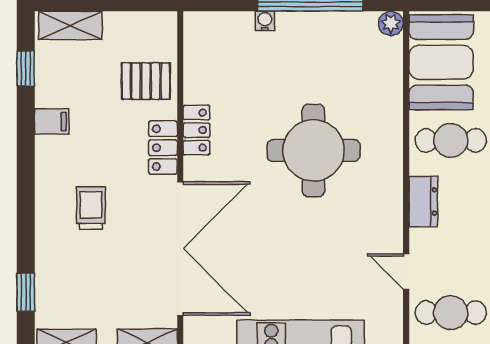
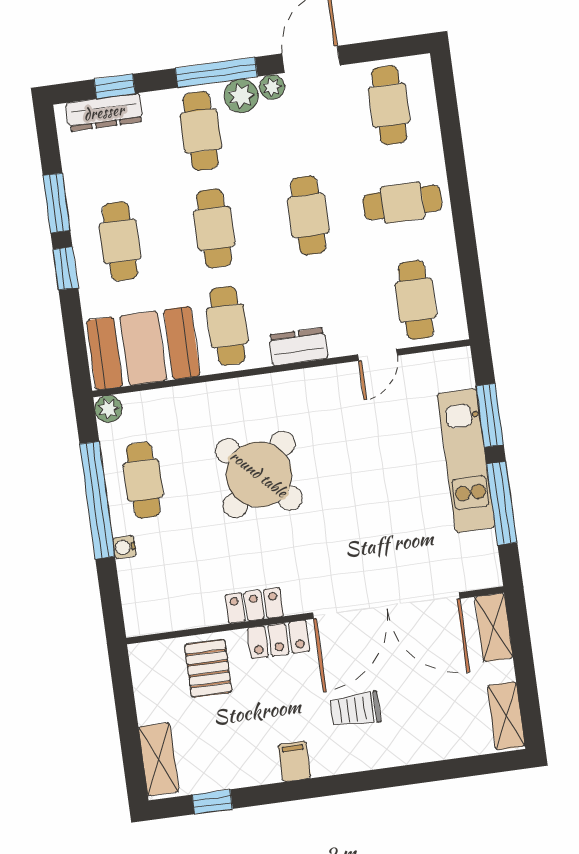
cafe table: (323, 46) -> (143, 480), added
filing cabinet: (52, 122) -> (294, 761), moved
round table: (314, 150) -> (259, 474), turned 45
double door: (180, 248) -> (386, 606), swing flipped
window: (26, 292) -> (457, 768), removed

